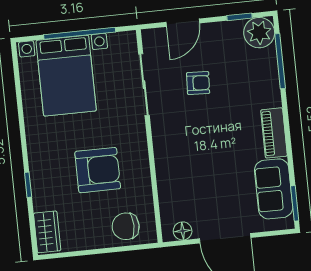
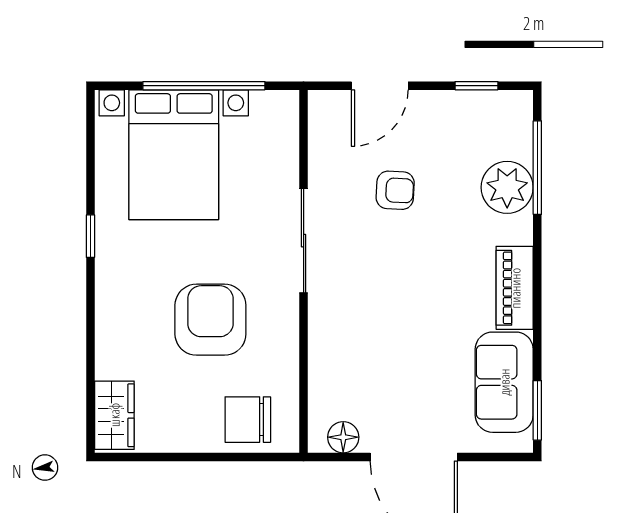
plant: (259, 33) -> (507, 187), moved
sliding door: (144, 85) -> (304, 241), moved
armchair: (98, 170) -> (210, 320), turned -90
window: (28, 185) -> (90, 236), moved

